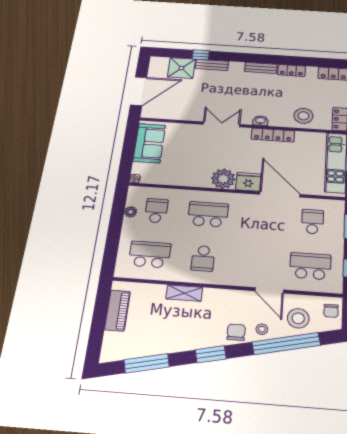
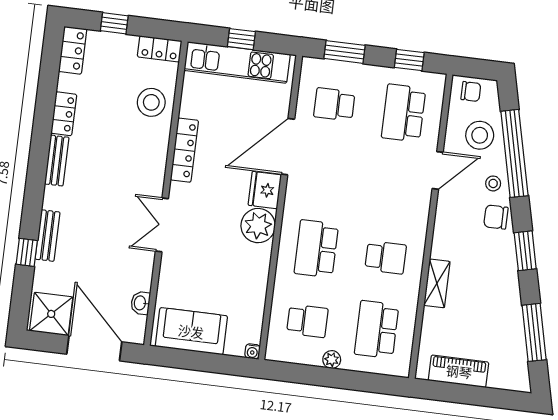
shower: (181, 68) -> (51, 314), moved
washbasin: (260, 121) -> (140, 303), moved
school desk: (156, 211) -> (307, 321), turned 180
plant: (131, 212) -> (332, 360), moved

